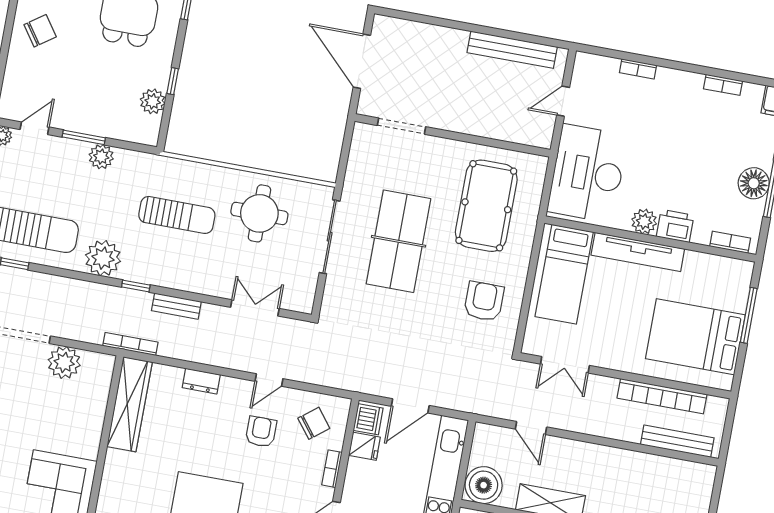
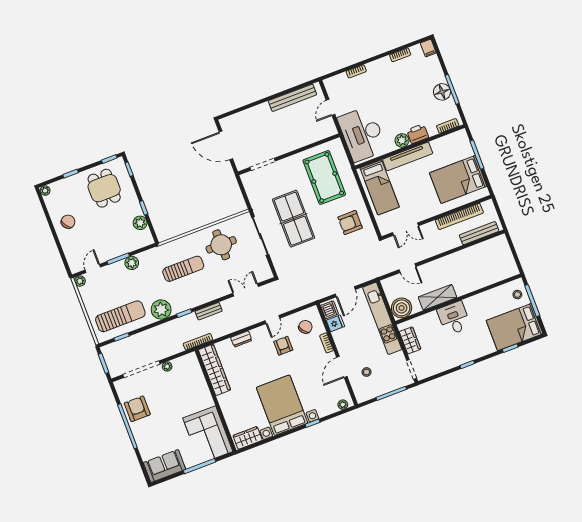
armchair: (484, 301) -> (350, 222), turned -90
plant: (64, 362) -> (167, 366), width x0.53, depth x0.53

